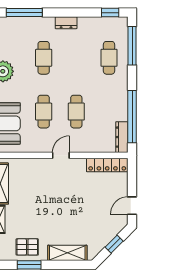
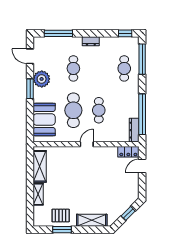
cafe table: (44, 112) -> (73, 110), width x1.37, depth x1.35
locker: (107, 165) -> (128, 152), width x0.66
door: (132, 206) -> (142, 166), moved

